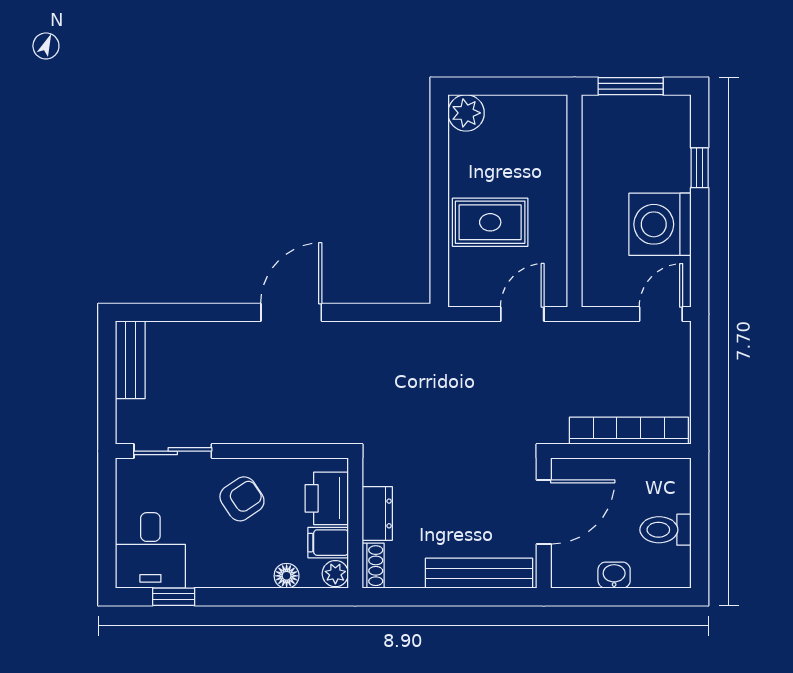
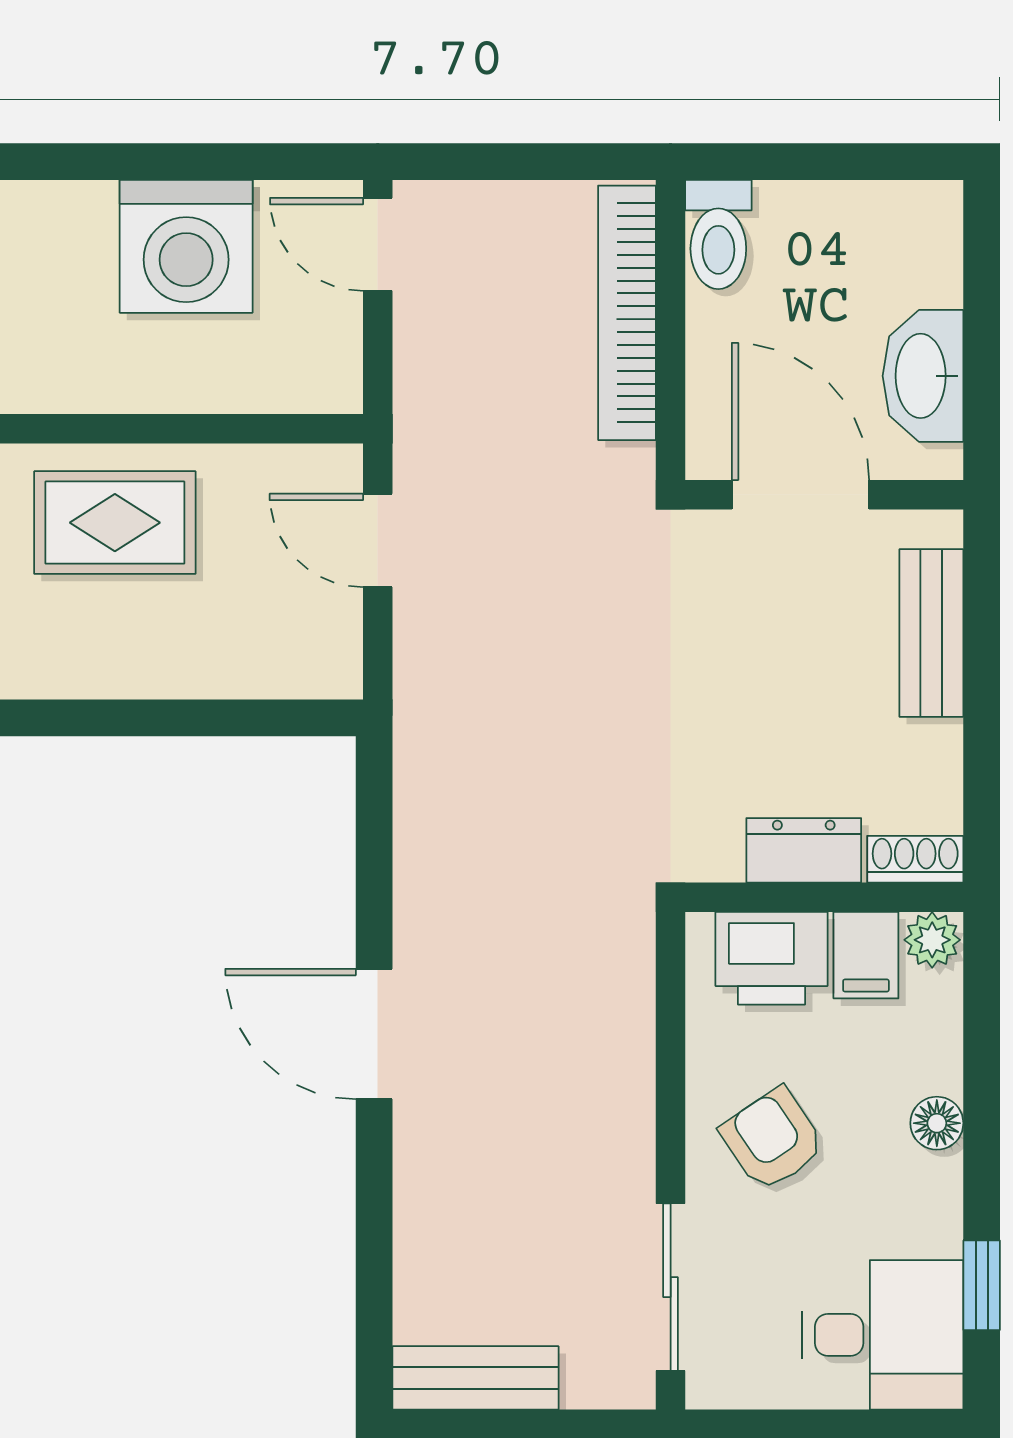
window: (700, 168) -> (65, 162), removed
rug: (490, 222) -> (115, 523), moved, turned 90
toilet: (666, 530) -> (718, 235), moved
bench: (479, 573) -> (931, 633), width x0.73
washbasin: (614, 575) -> (923, 376), width x1.91, depth x1.45
floor lamp: (287, 576) -> (937, 1123), moved

